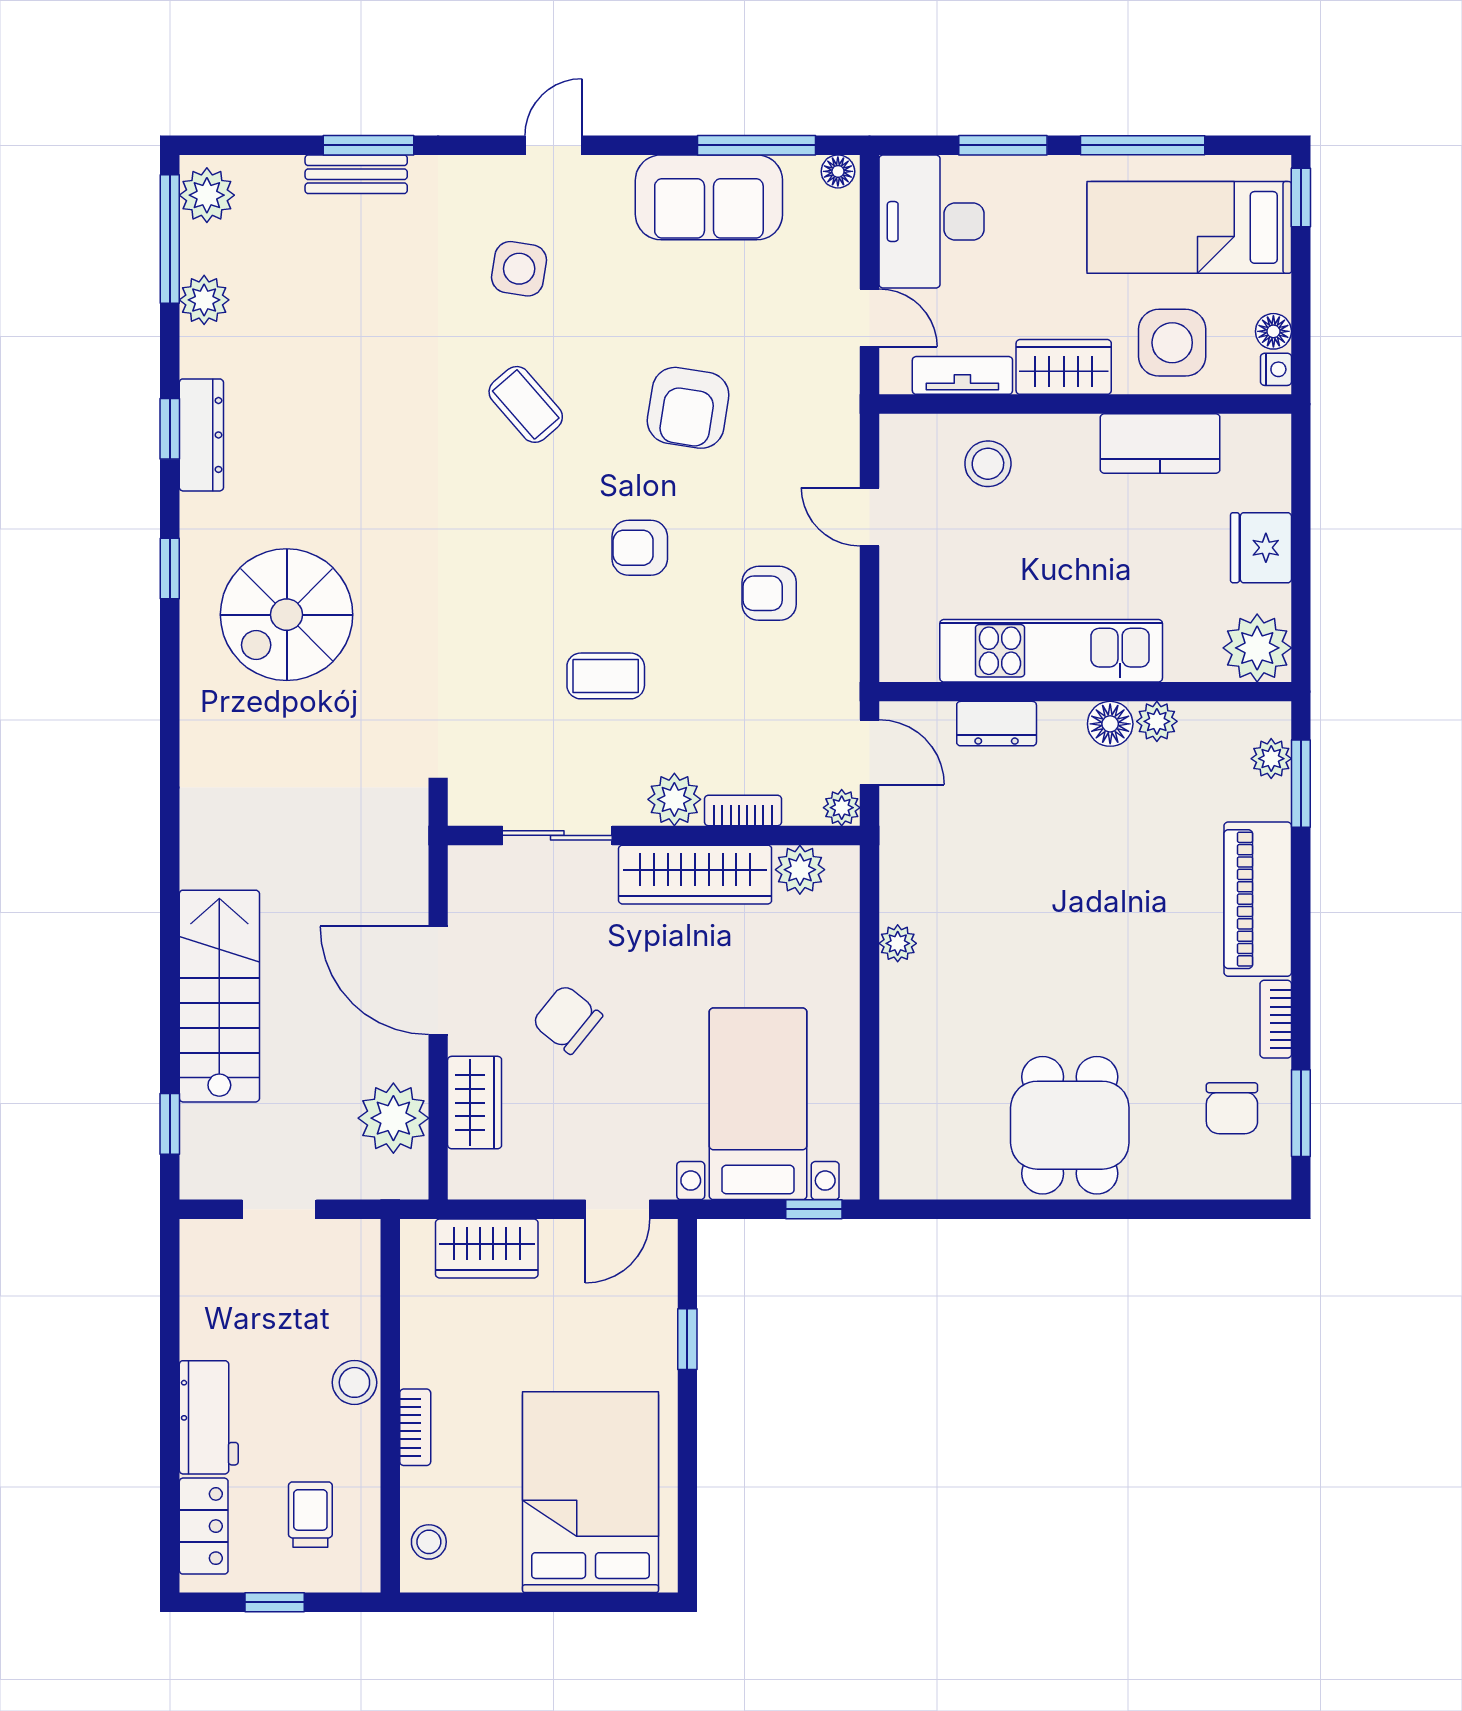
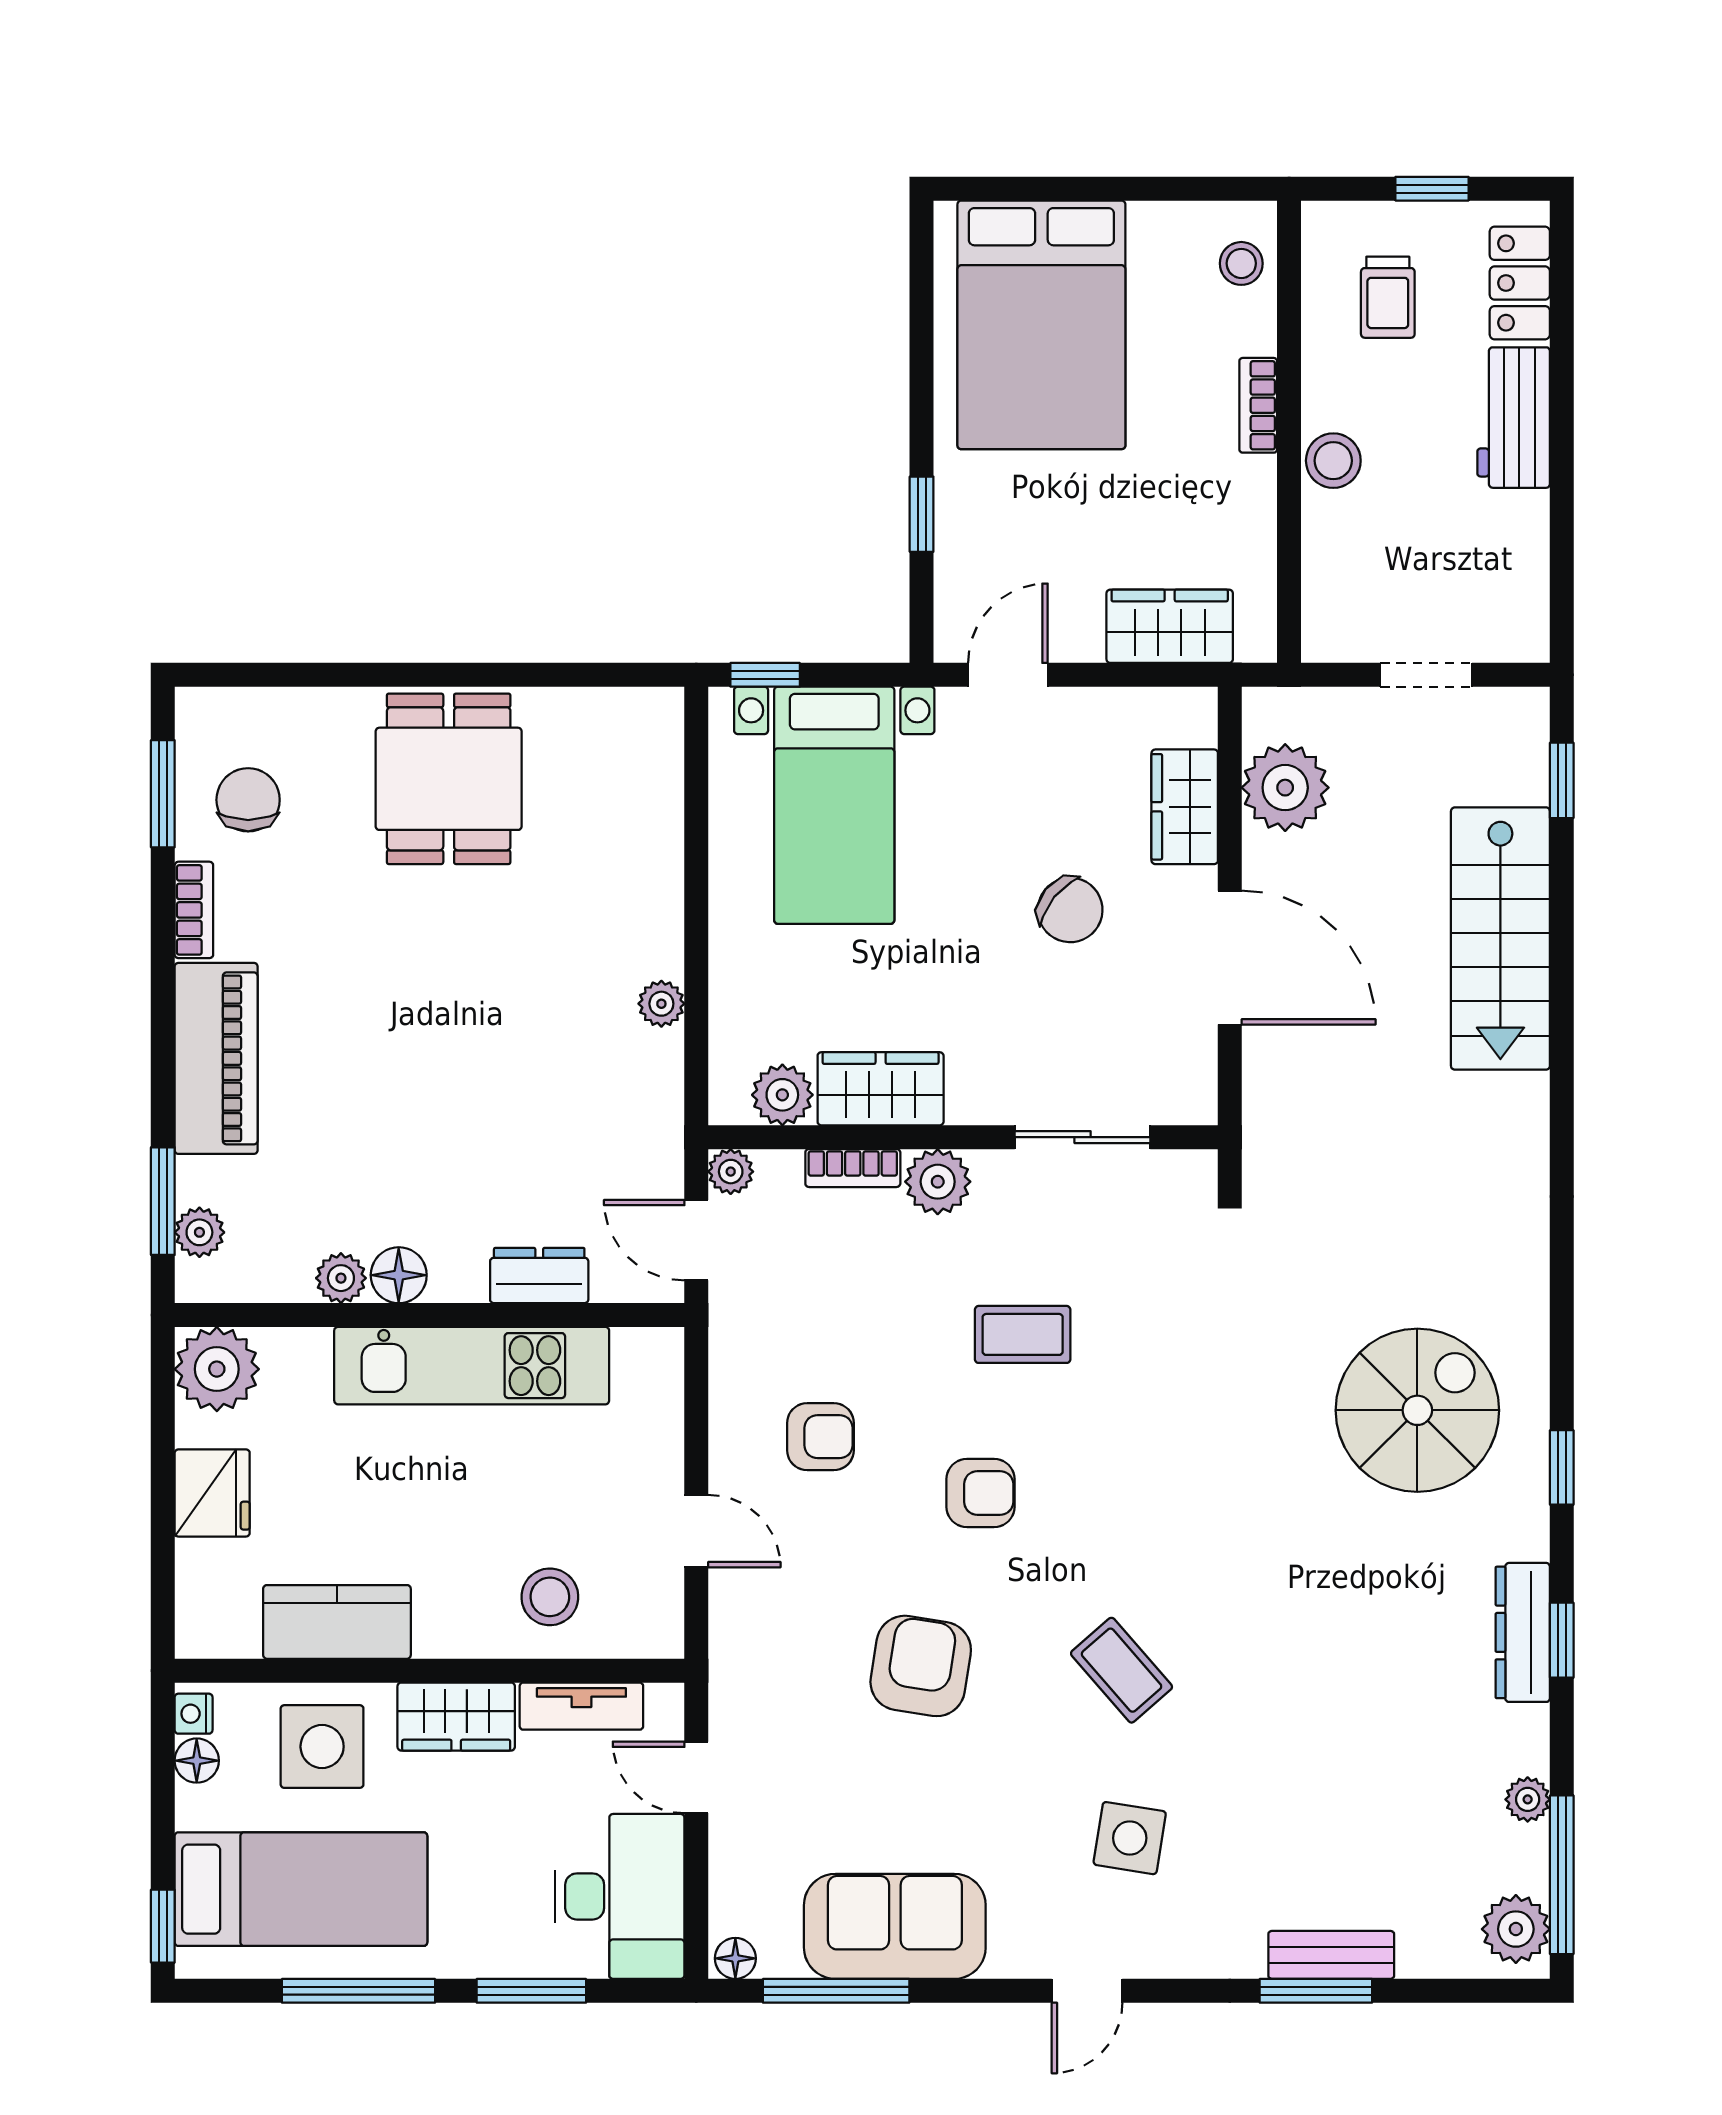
plant: (204, 300) -> (1528, 1799), width x0.73, depth x0.73
wardrobe: (695, 875) -> (881, 1089), width x0.67

